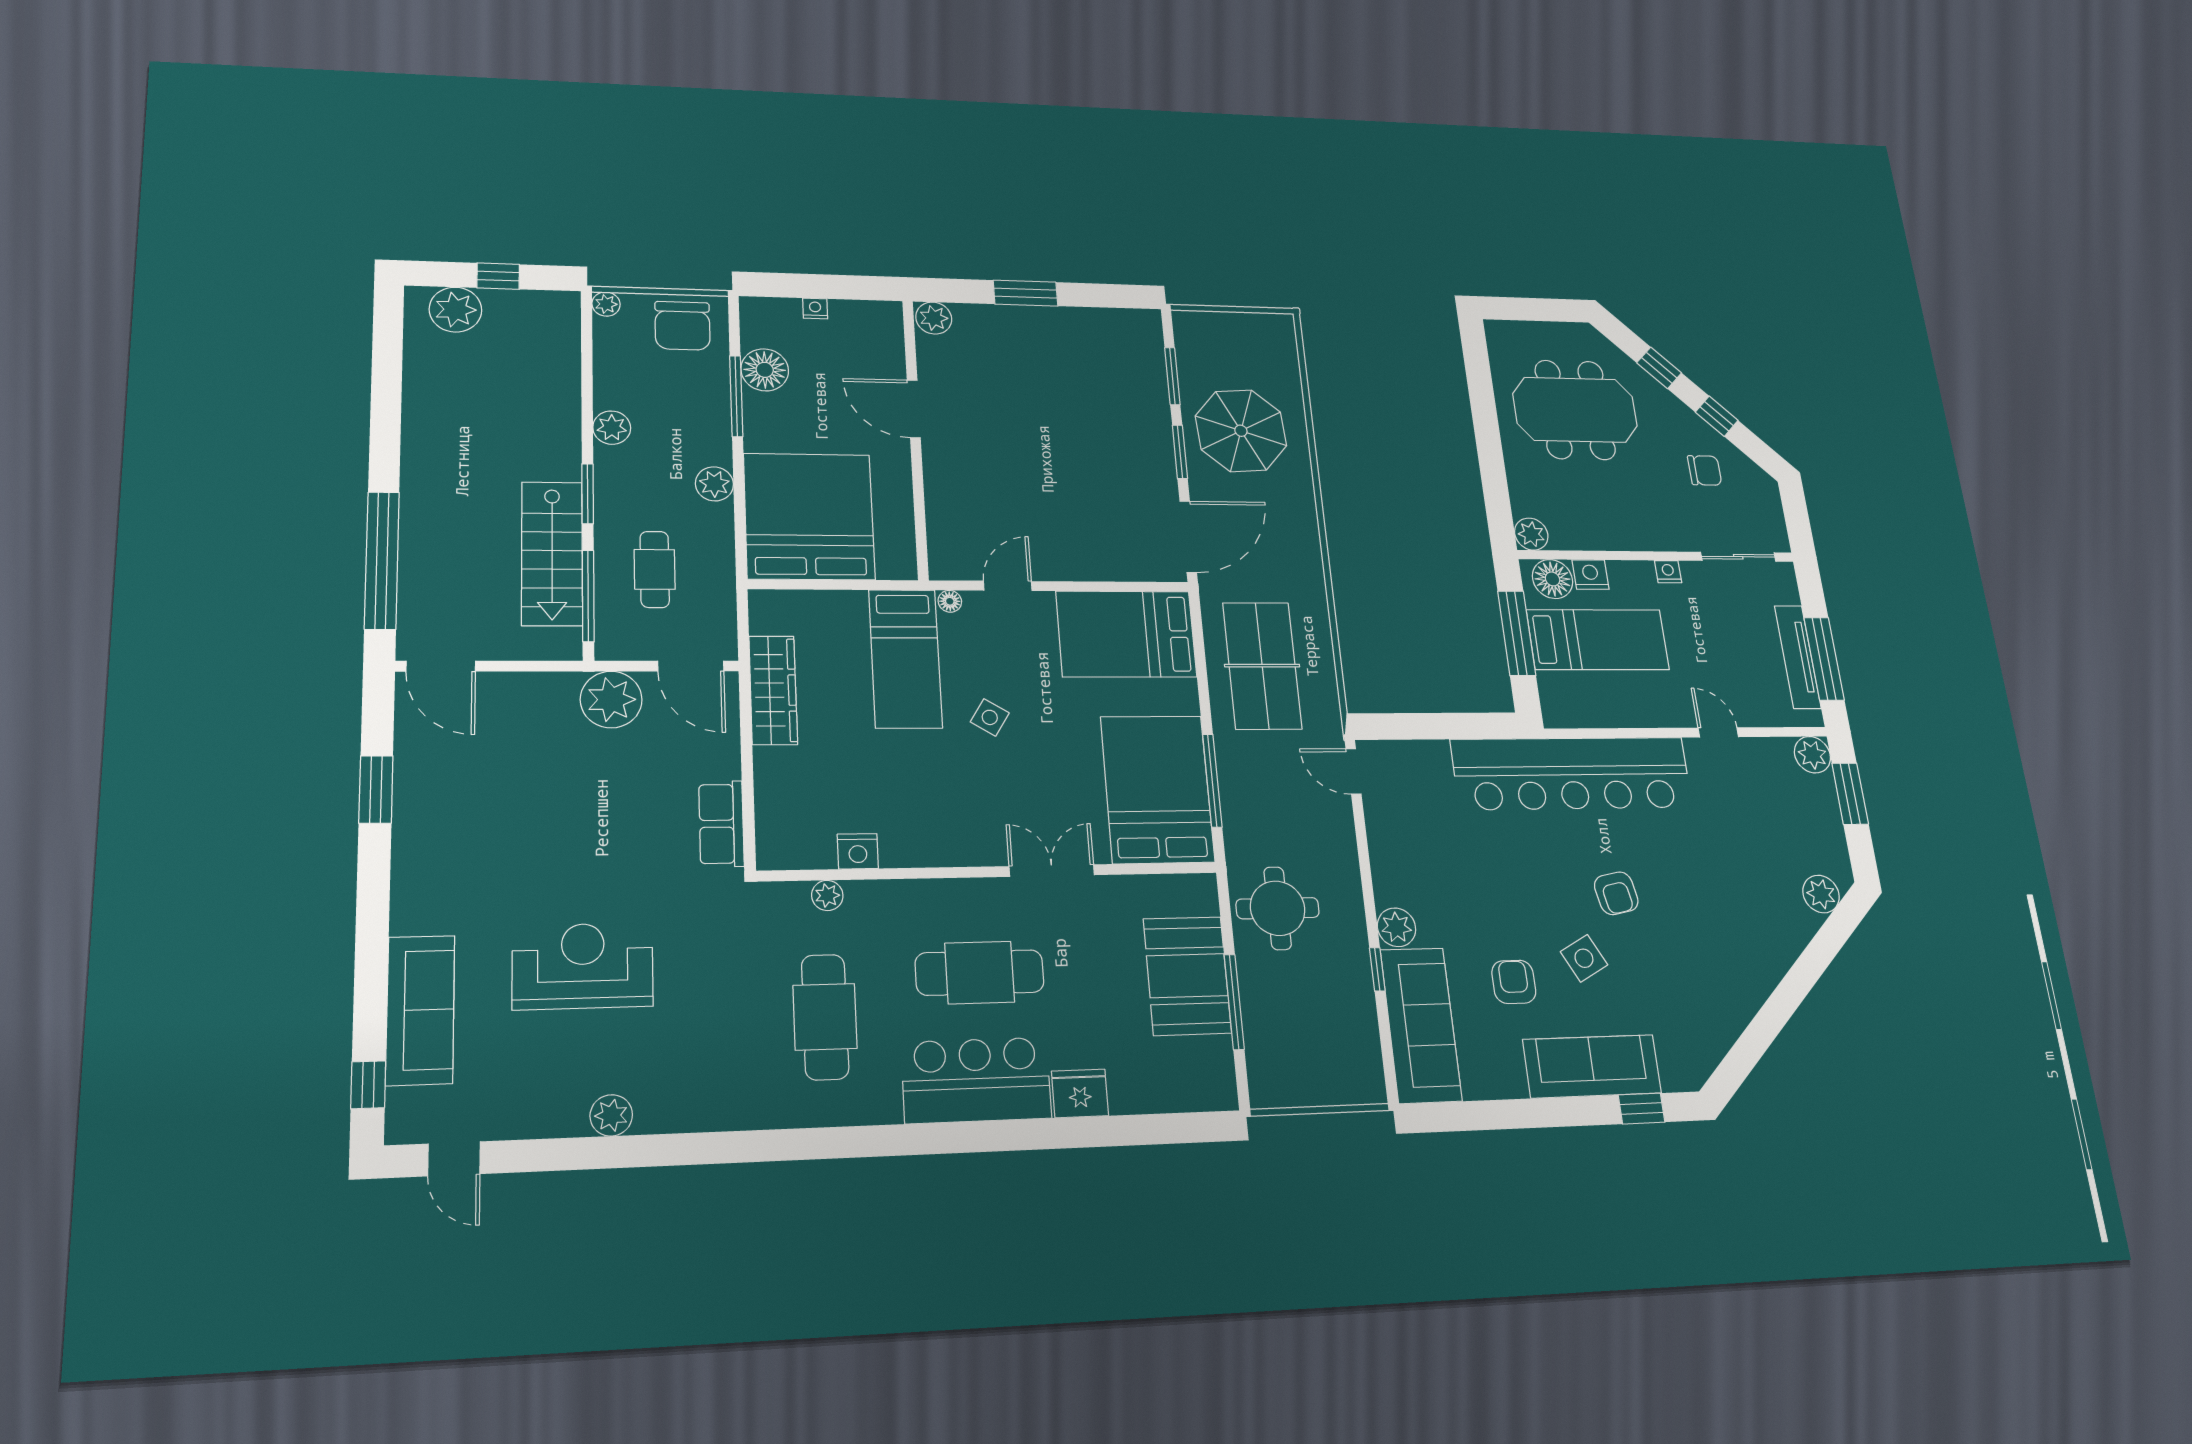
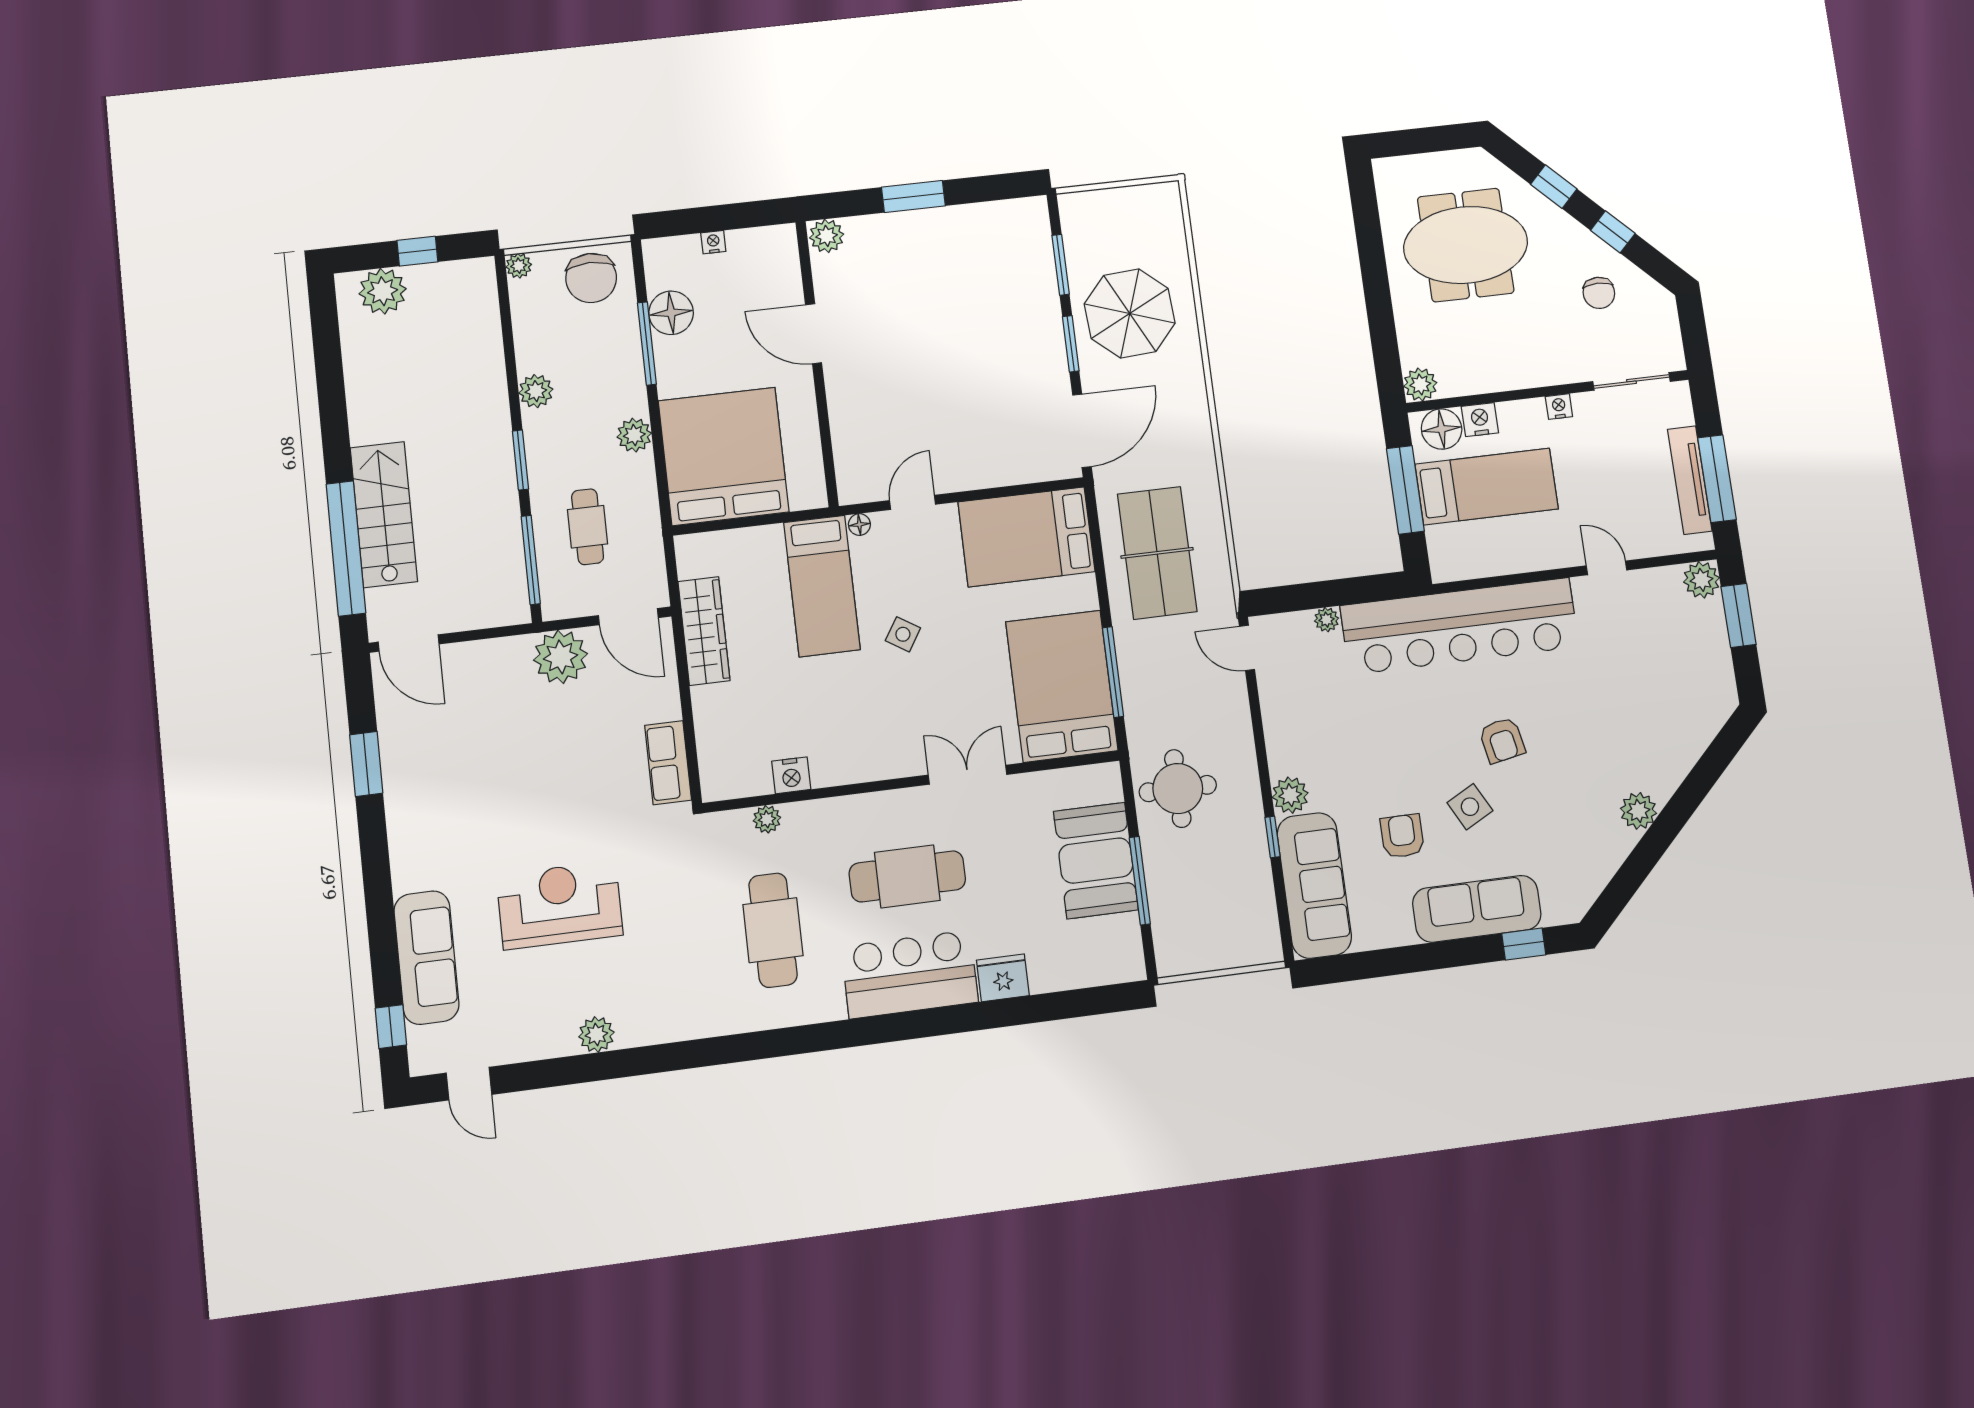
chair: (1705, 470) -> (1599, 293), turned 90
stairs: (552, 553) -> (384, 515), moved, turned 180
plant: (1436, 752) -> (1327, 620), added
plant: (1821, 894) -> (1638, 811), moved

